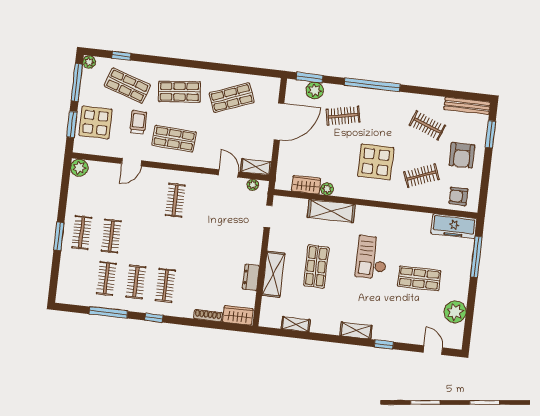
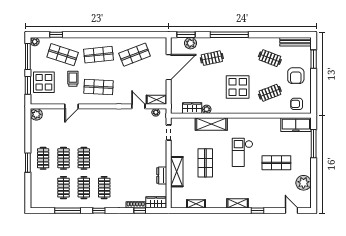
clothes rail: (175, 200) -> (84, 158), moved
window: (213, 325) -> (140, 211), added

